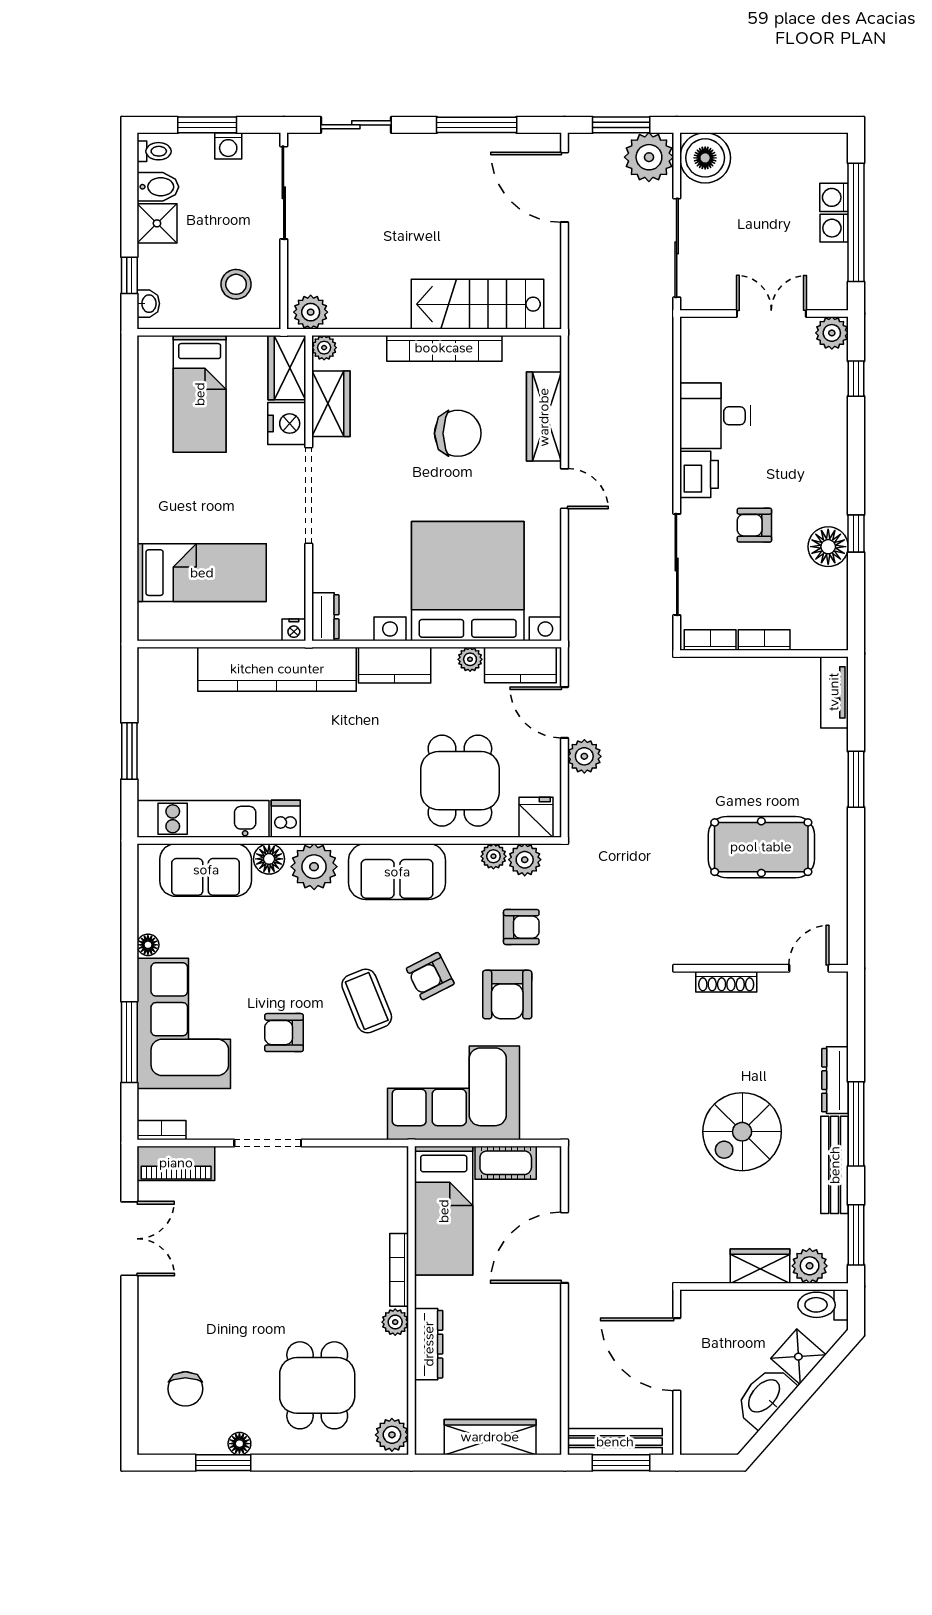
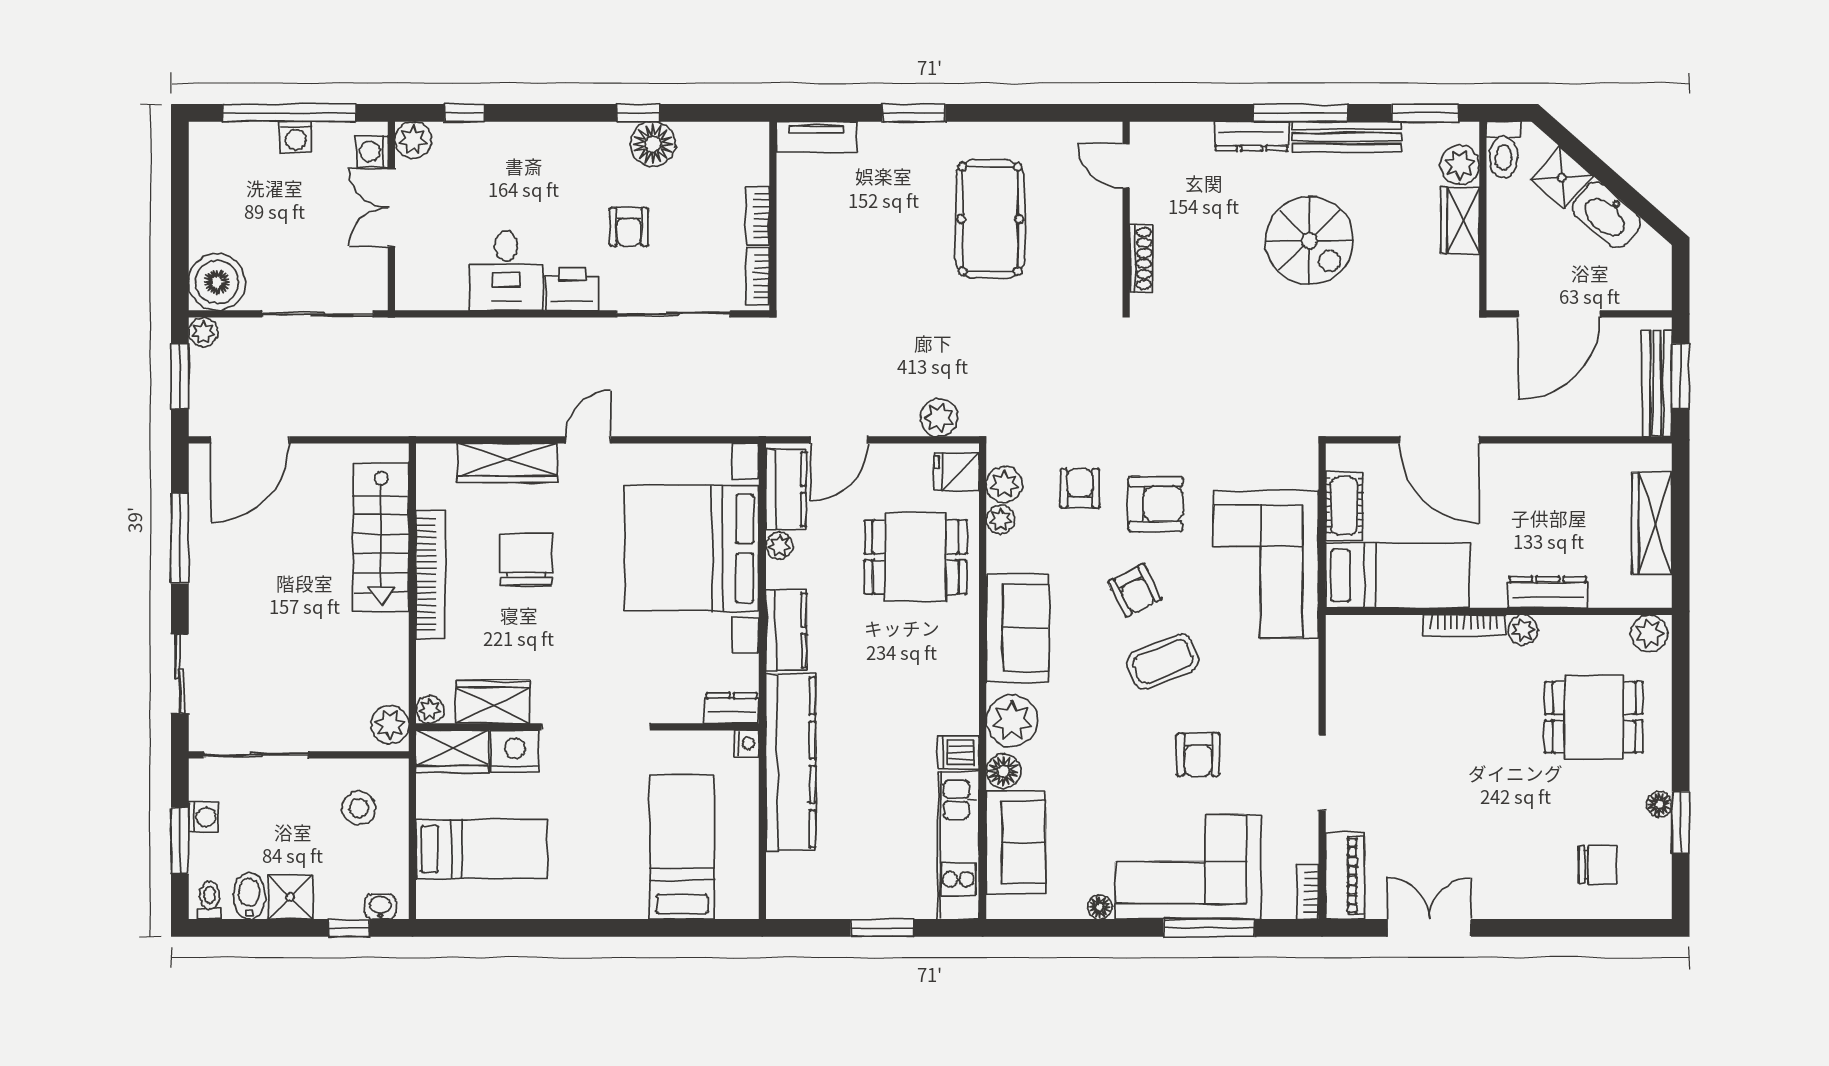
plant: (649, 157) -> (203, 332), width x0.53, depth x0.53
washing machine: (834, 197) -> (372, 152), moved, turned 90
plant: (584, 756) -> (939, 418), moved

